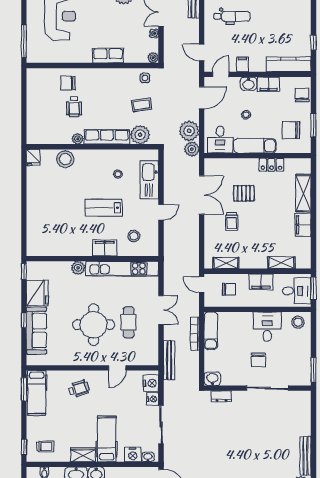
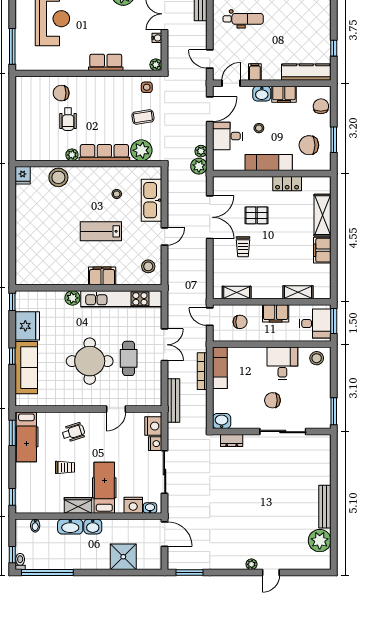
plant: (189, 131) -> (201, 151), width x0.53, depth x0.53
desk: (220, 140) -> (228, 136), moved, turned 90
stool: (134, 236) -> (148, 266), moved
chair: (258, 360) -> (272, 400), turned 90
trolley: (45, 447) -> (65, 467), moved

